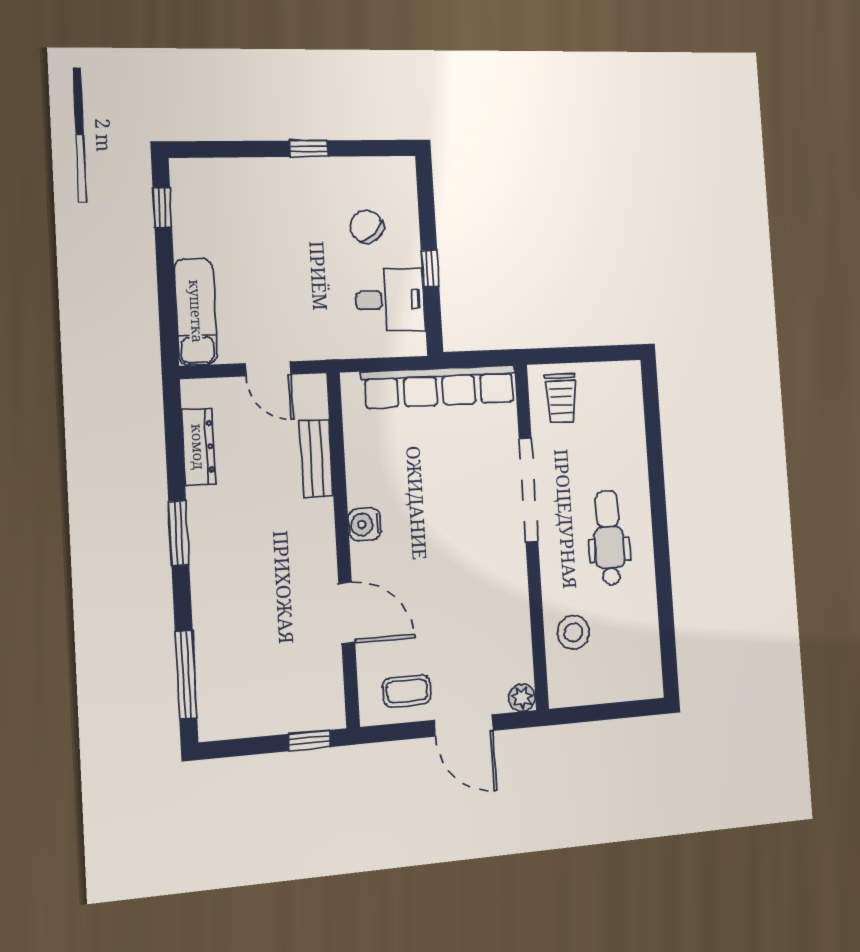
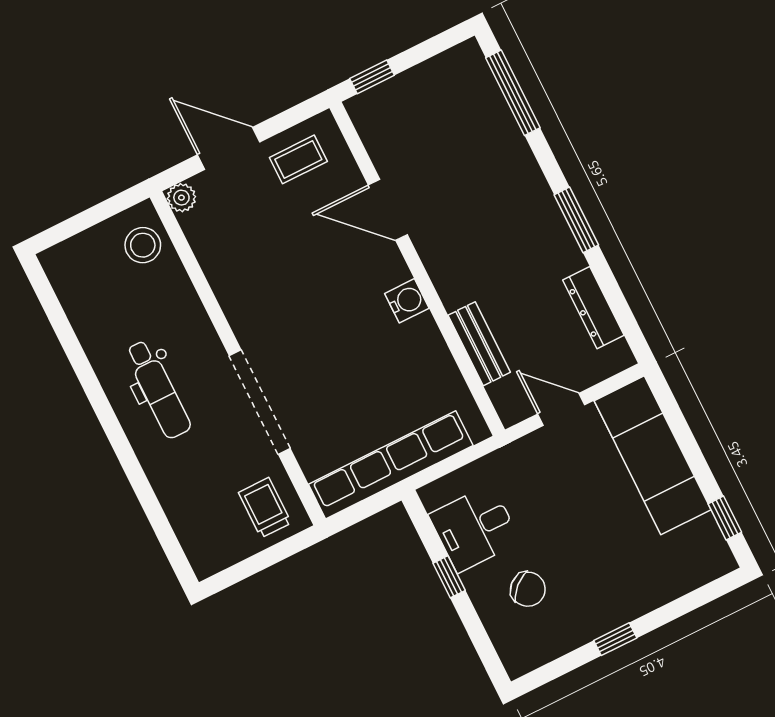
exam couch: (196, 311) -> (653, 455), width x1.36, depth x1.45
stool: (573, 632) -> (143, 245), moved

